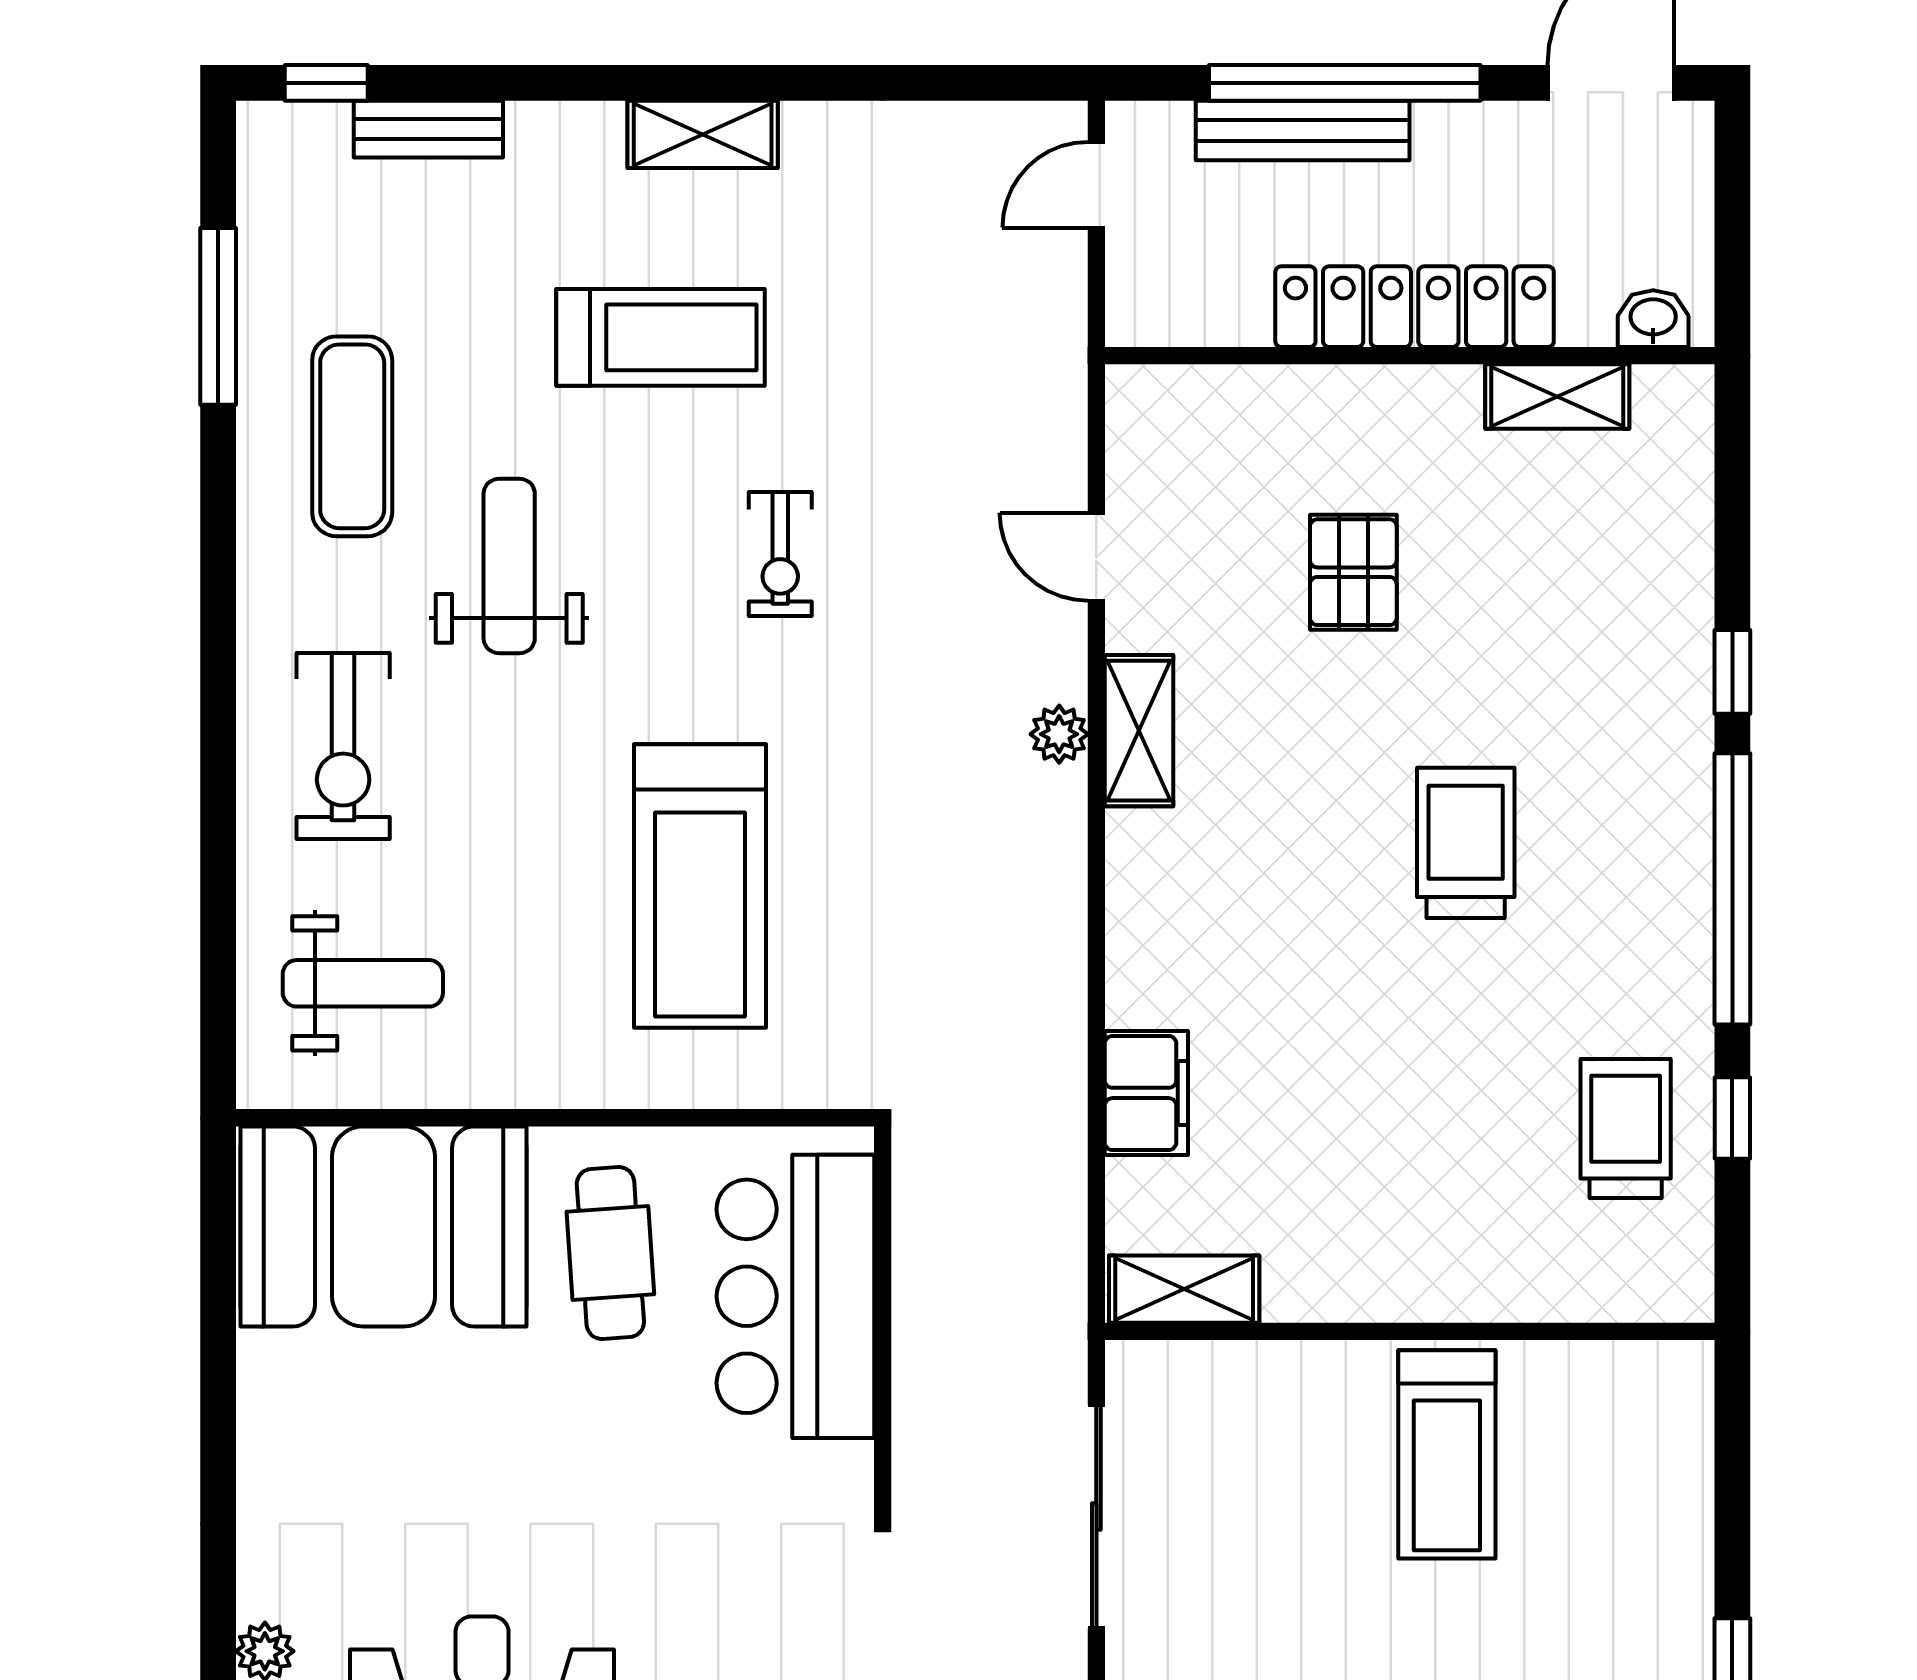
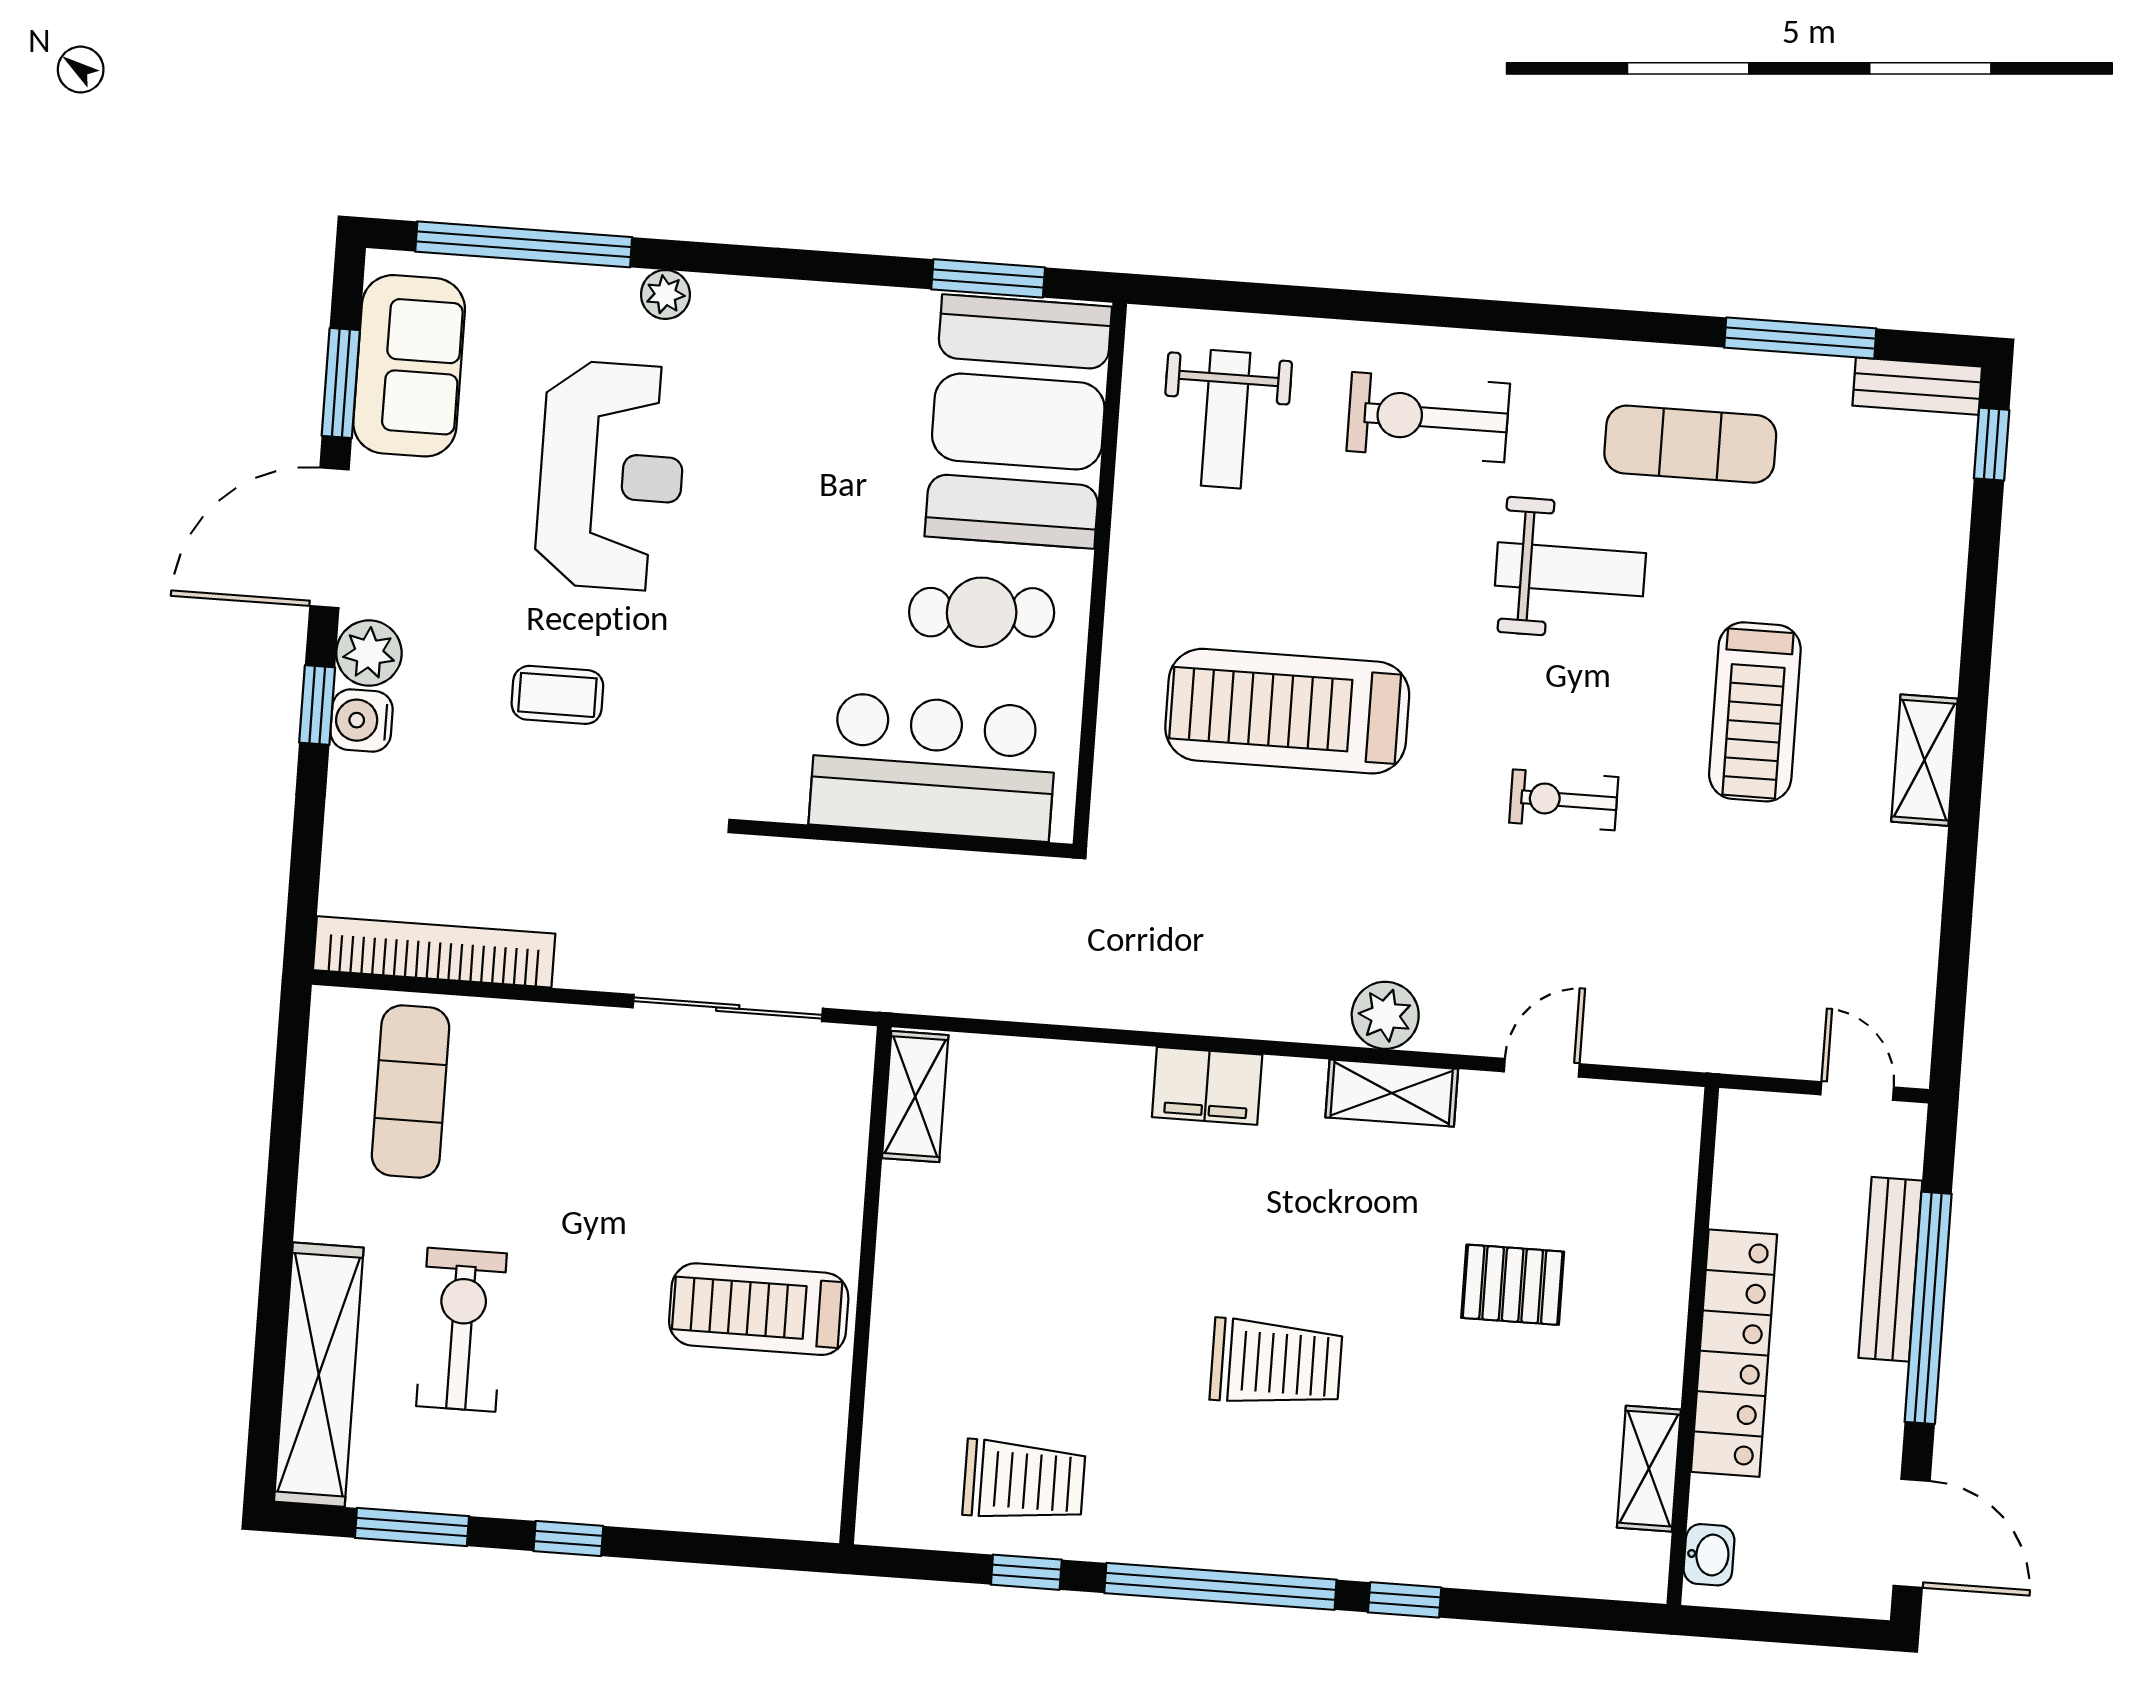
bench: (428, 129) -> (1917, 386), moved, turned 90
plant: (1059, 734) -> (1385, 1015), width x1.38, depth x1.38
filing cabinet: (1146, 1093) -> (1207, 1086), moved
window: (218, 1274) -> (988, 278), added

